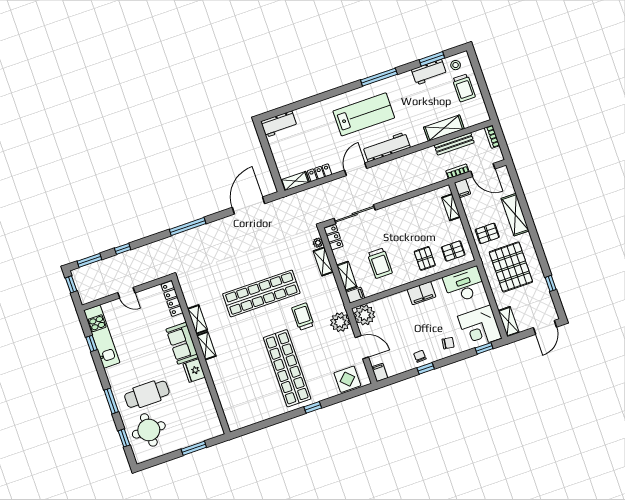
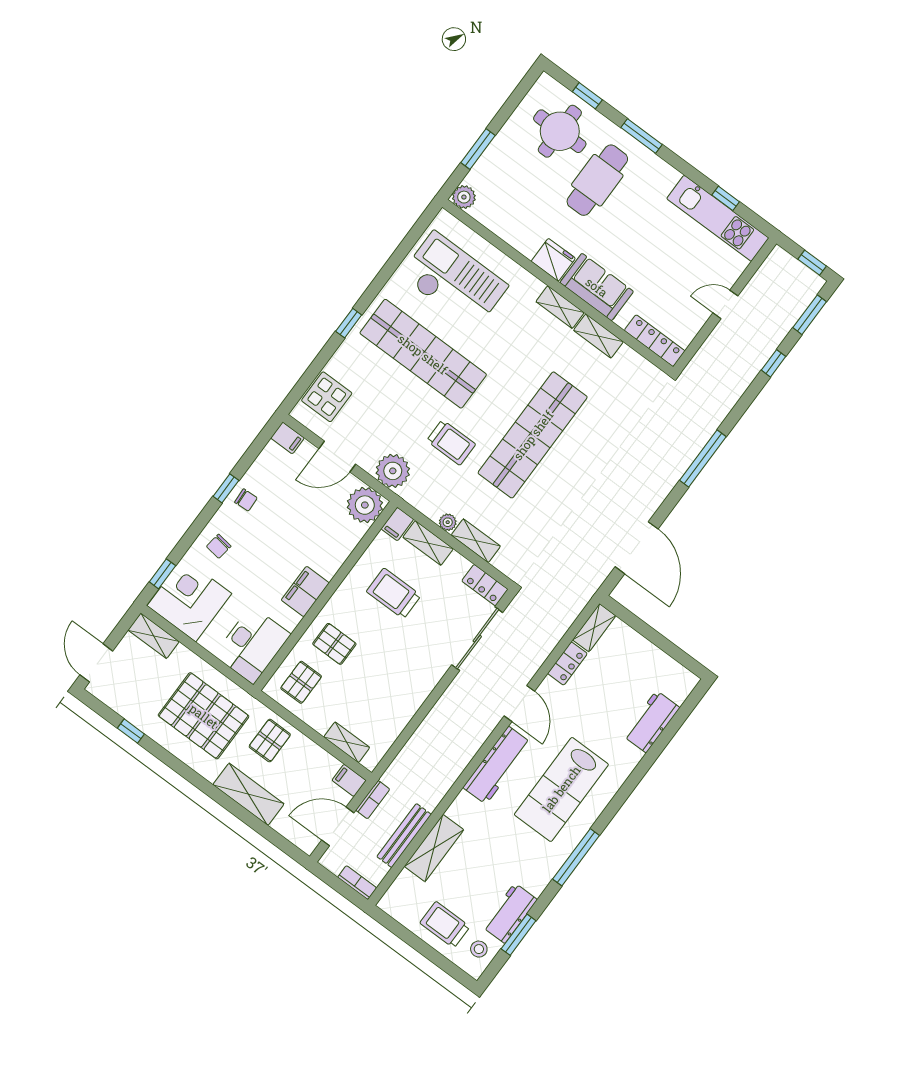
workbench: (279, 124) -> (651, 722), moved
plant: (318, 243) -> (448, 522), moved
checkout: (248, 393) -> (454, 281), added
plant: (216, 430) -> (464, 197), added

